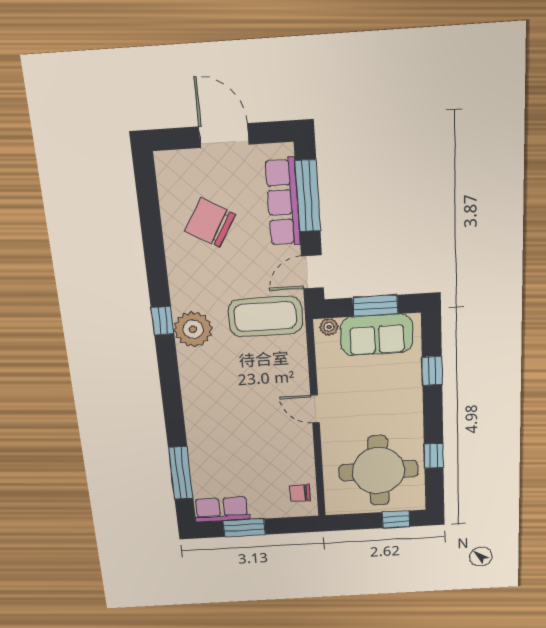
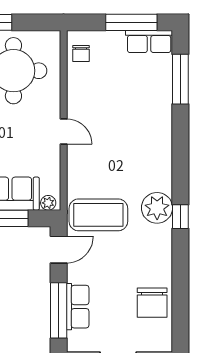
row of seats: (283, 202) -> (78, 307), width x0.68
chair: (210, 223) -> (152, 303), moved, turned 60
chair: (300, 493) -> (81, 53), turned 90
window: (244, 528) -> (131, 22), width x1.44

